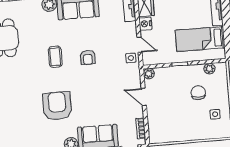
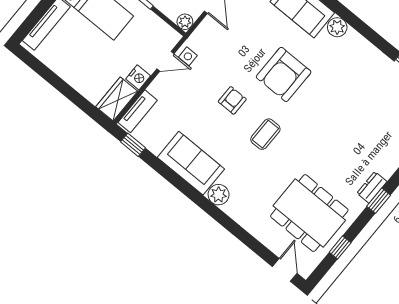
door: (139, 45) -> (165, 61), swing flipped
armchair: (57, 106) -> (284, 74), moved

